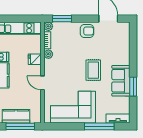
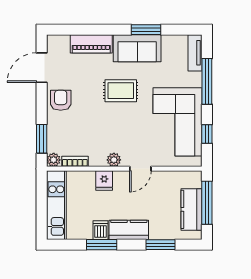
piano: (124, 51) -> (91, 44), added
plant: (48, 54) -> (114, 160), moved
window: (65, 126) -> (207, 134), added

